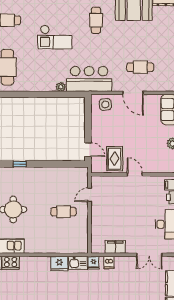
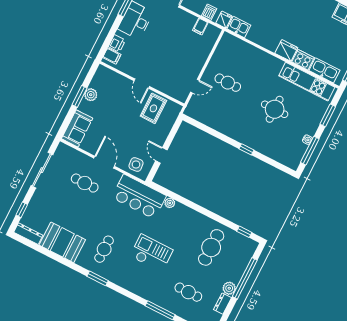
door: (88, 150) -> (161, 155), moved
filing cabinet: (115, 247) -> (200, 26), width x0.50
fridge: (59, 263) -> (286, 50), moved

